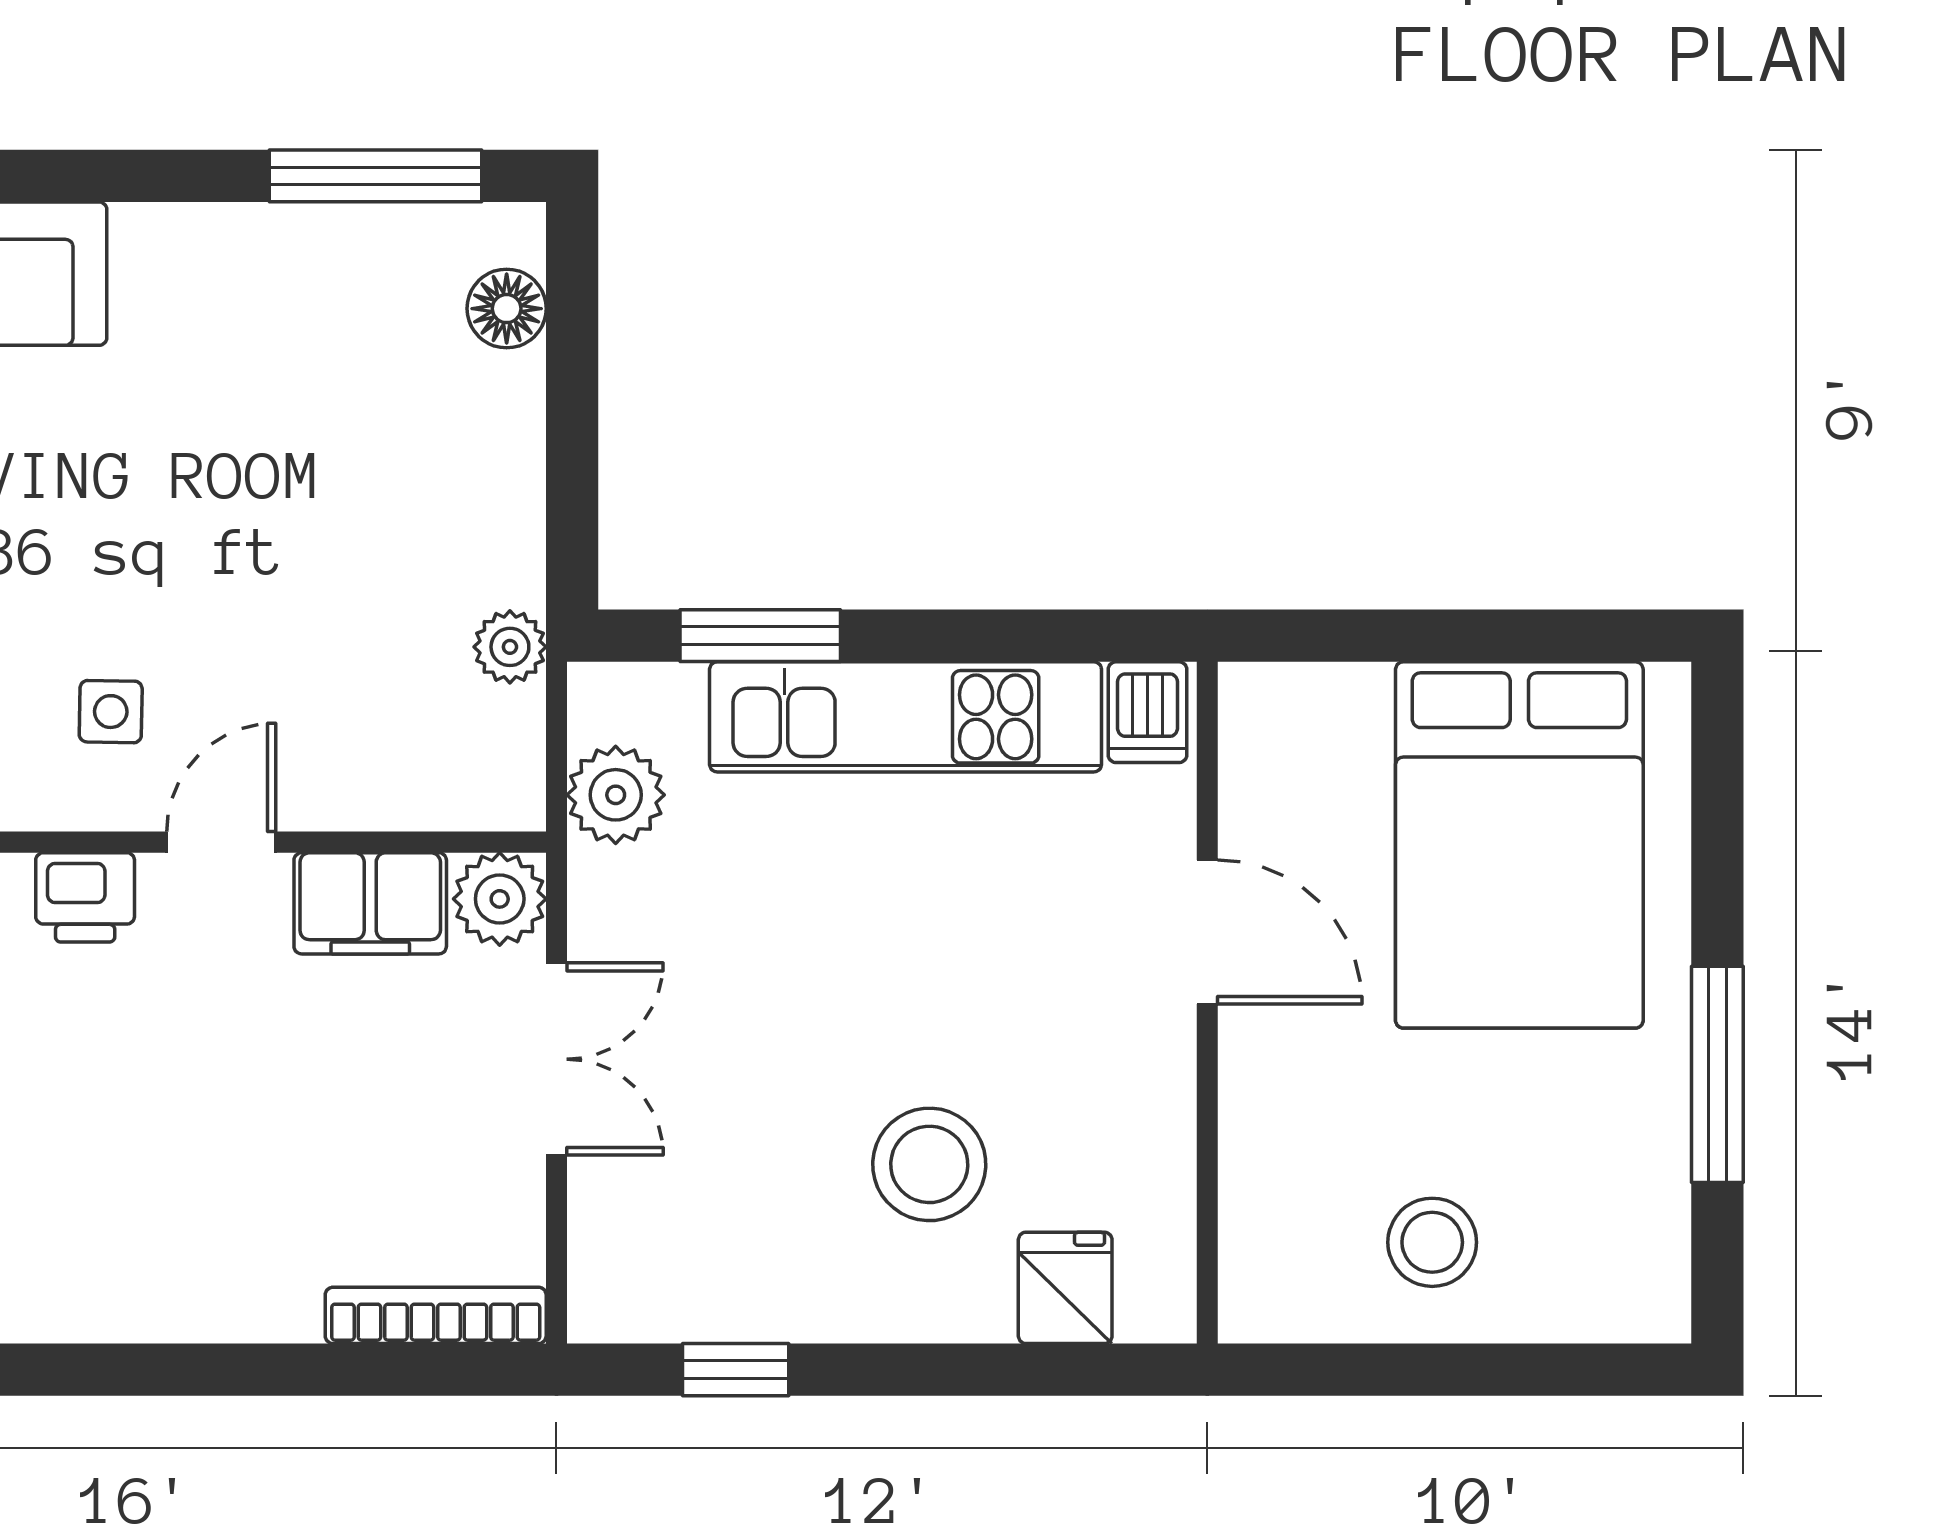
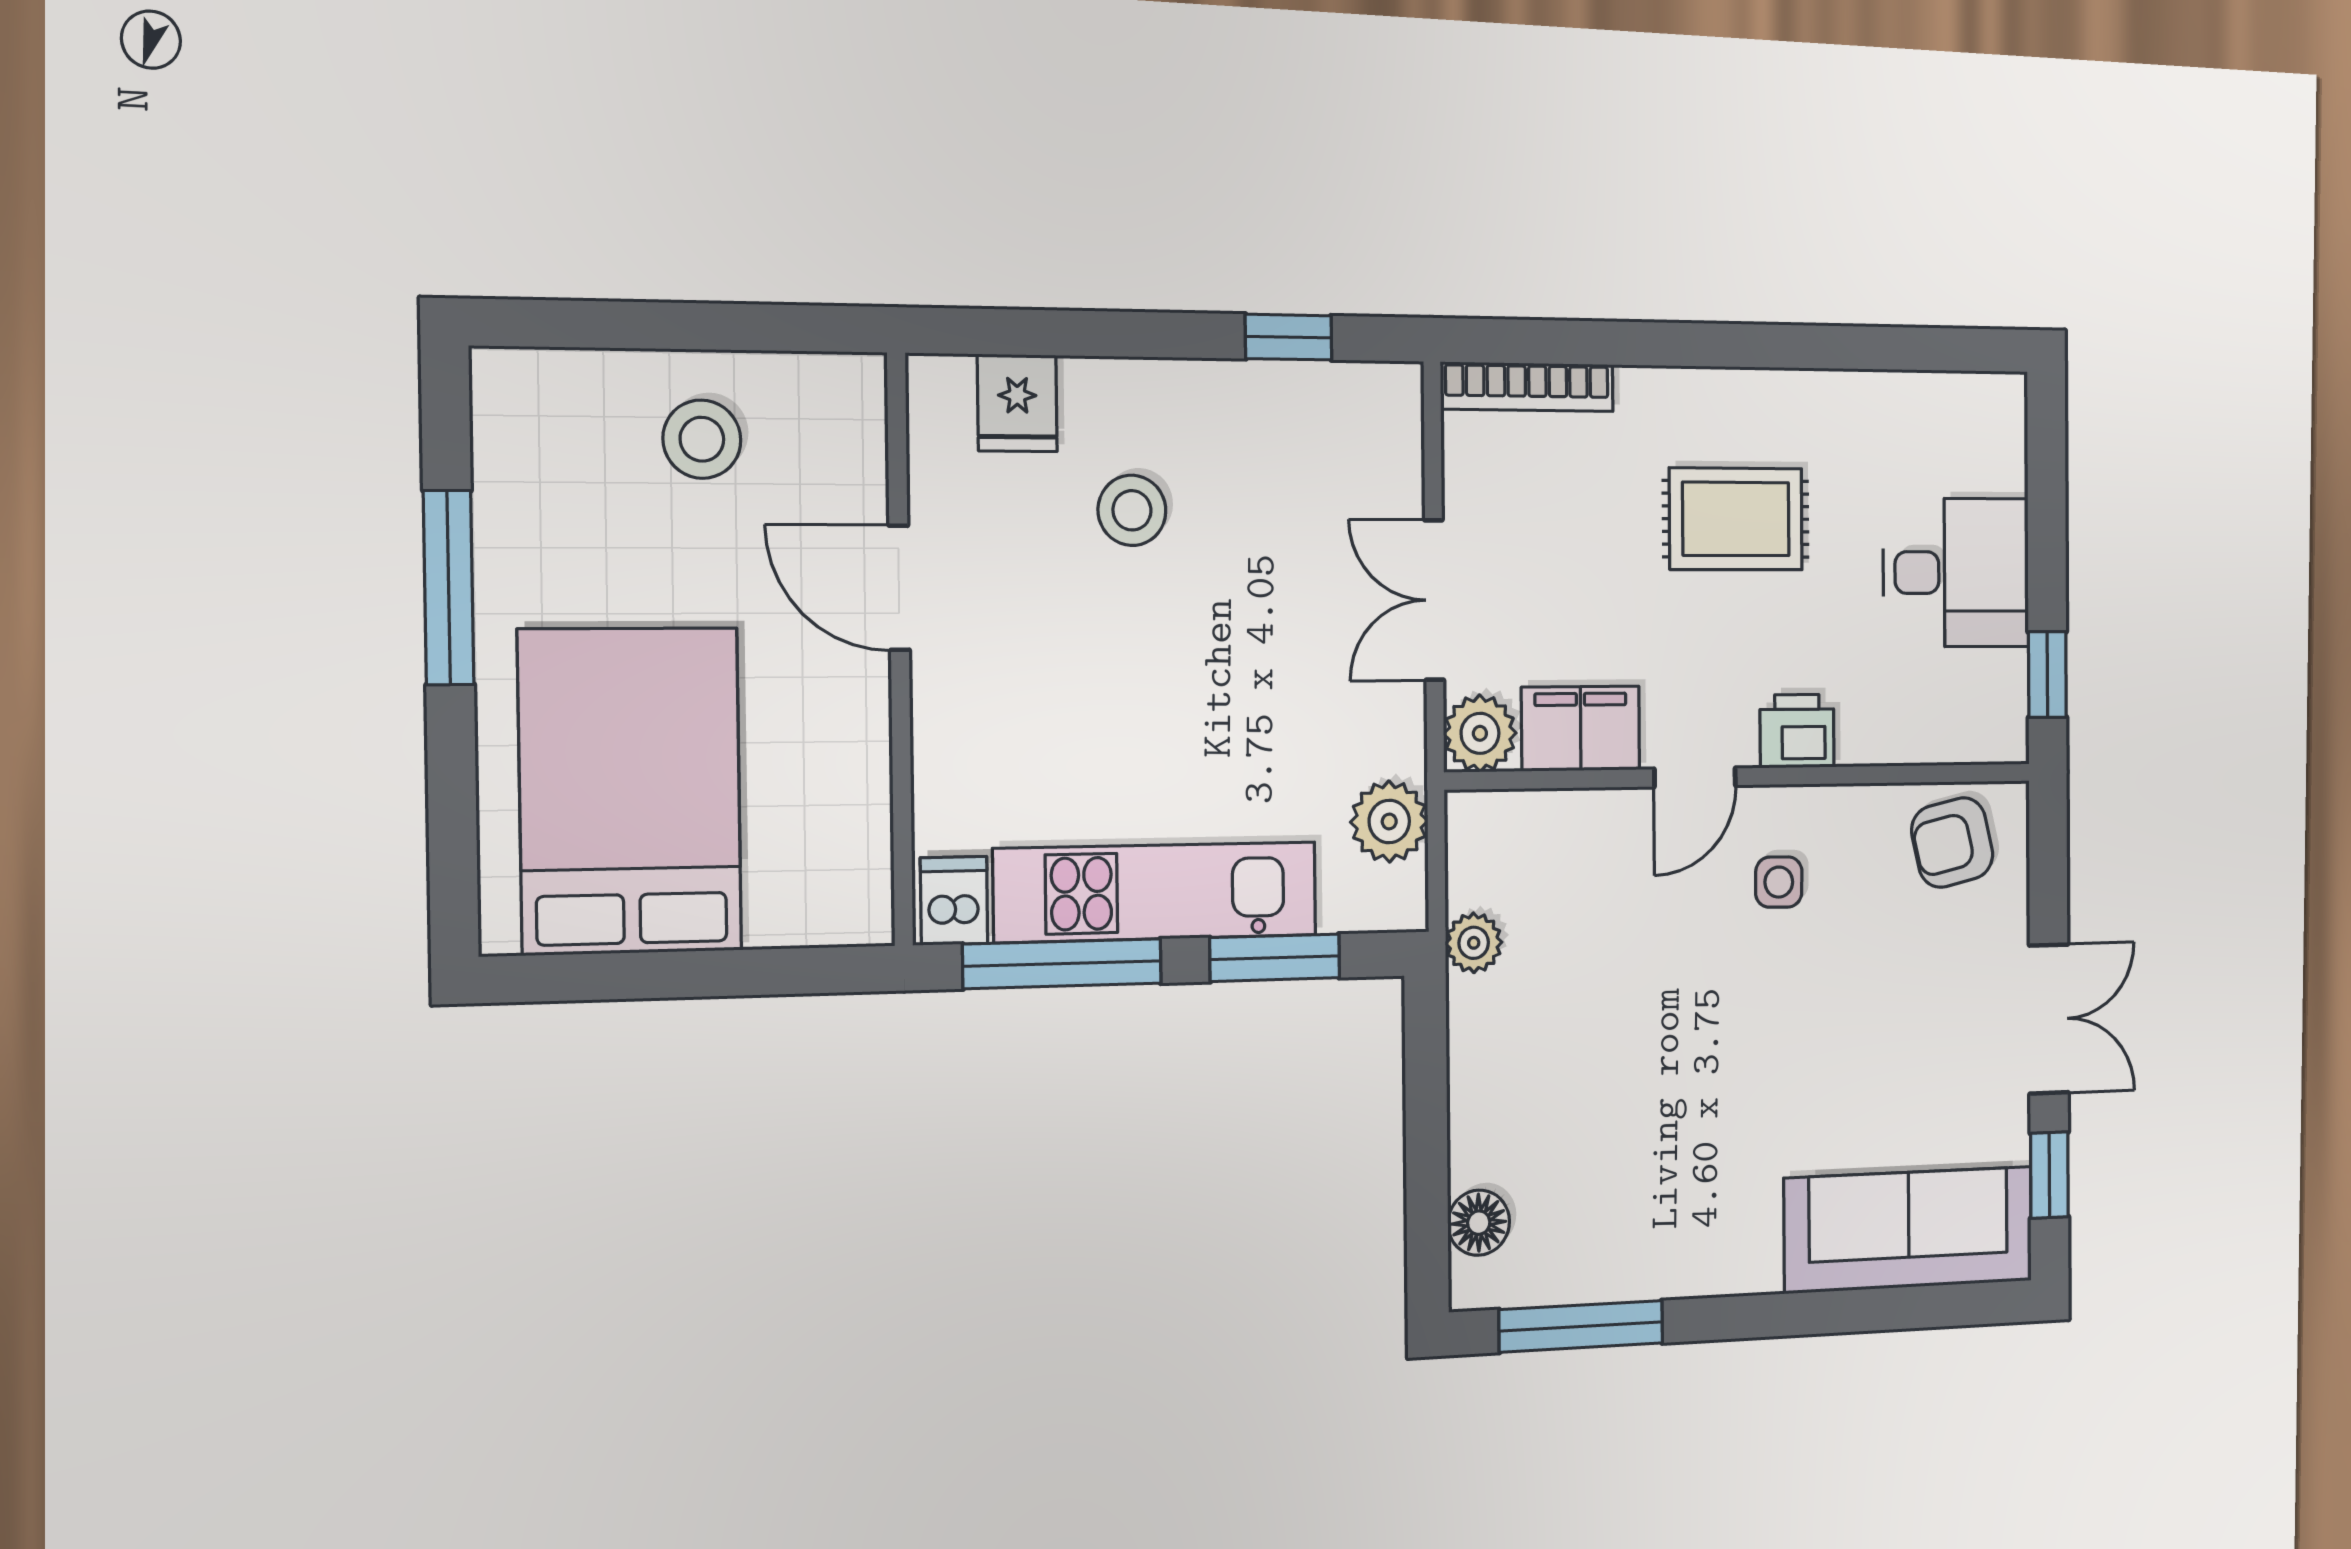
window: (1020, 636) -> (1062, 964), added
door: (1207, 932) -> (899, 588), moved
rug: (165, 1158) -> (1736, 519), added
stool: (929, 1164) -> (1132, 510), width x0.73, depth x0.73

